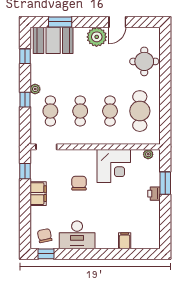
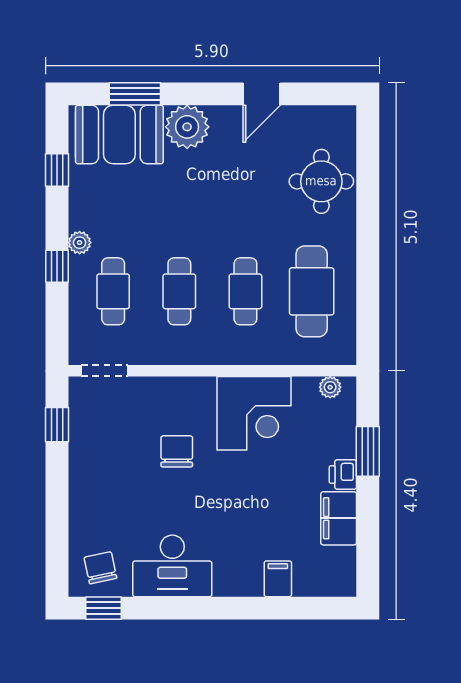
plant: (97, 37) -> (187, 127), moved
filing cabinet: (38, 194) -> (339, 518), moved, turned 180

